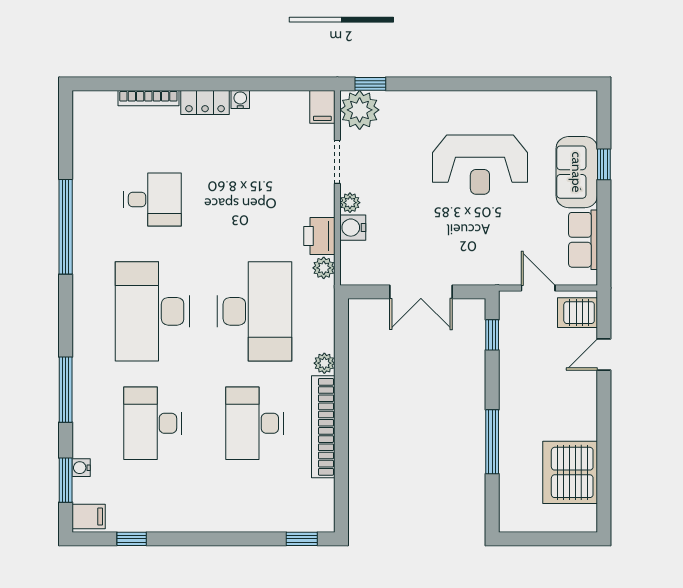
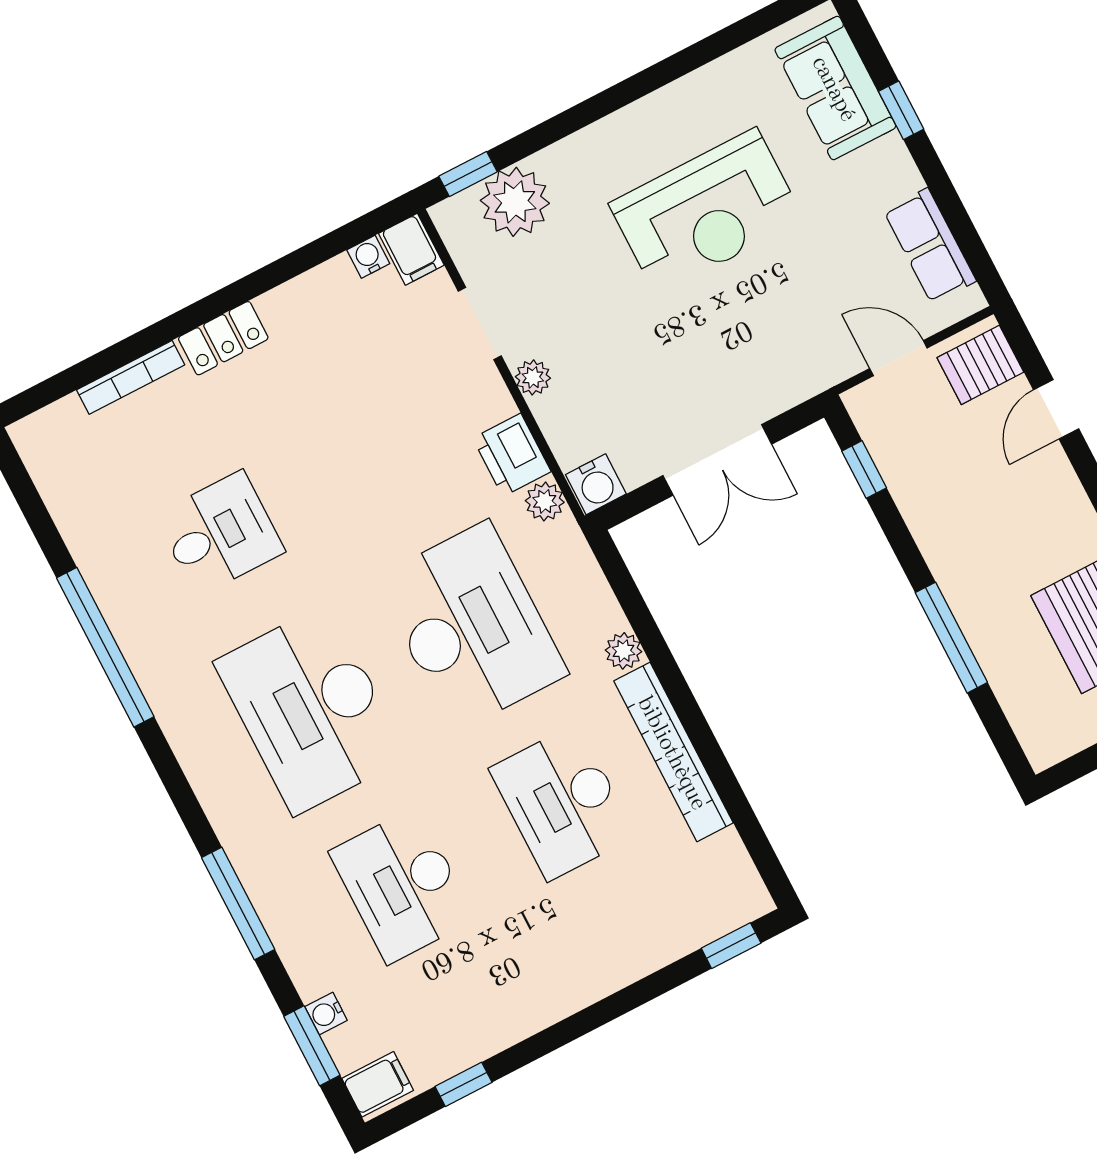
water cooler: (240, 99) -> (368, 257), moved
plant: (360, 110) -> (515, 202), moved
sofa: (577, 172) -> (835, 88), moved
water cooler: (353, 228) -> (596, 484), moved, turned -90

